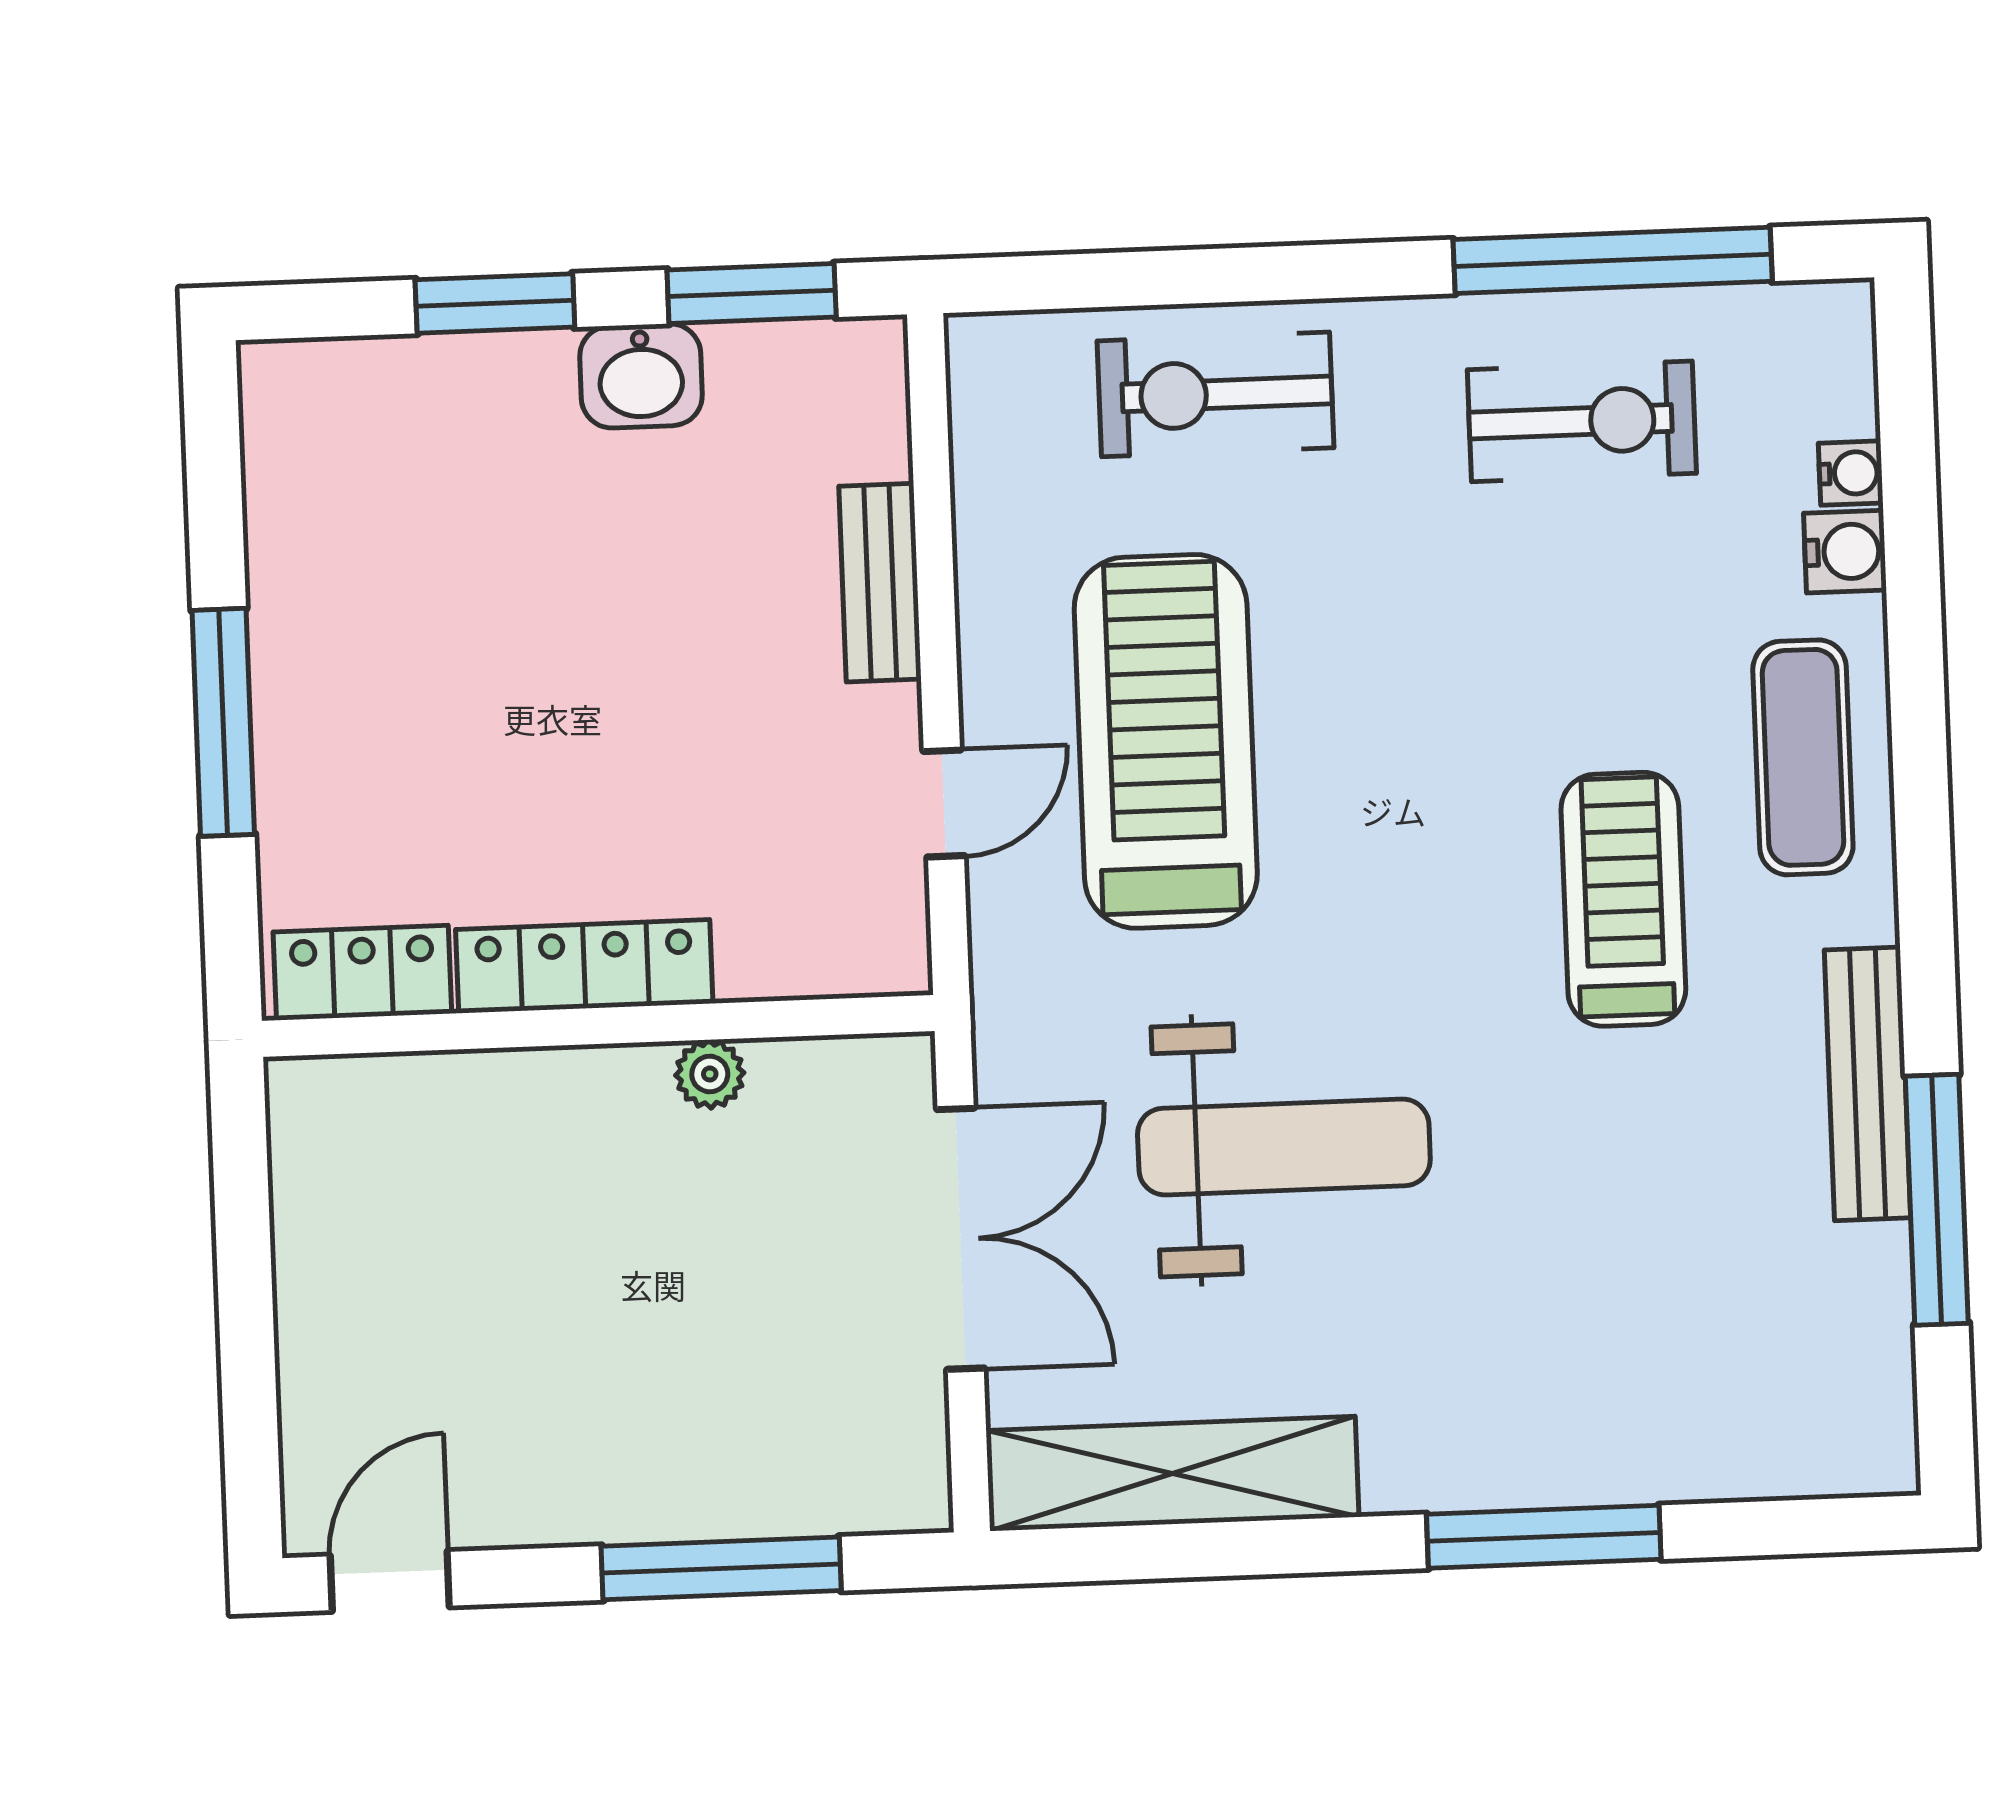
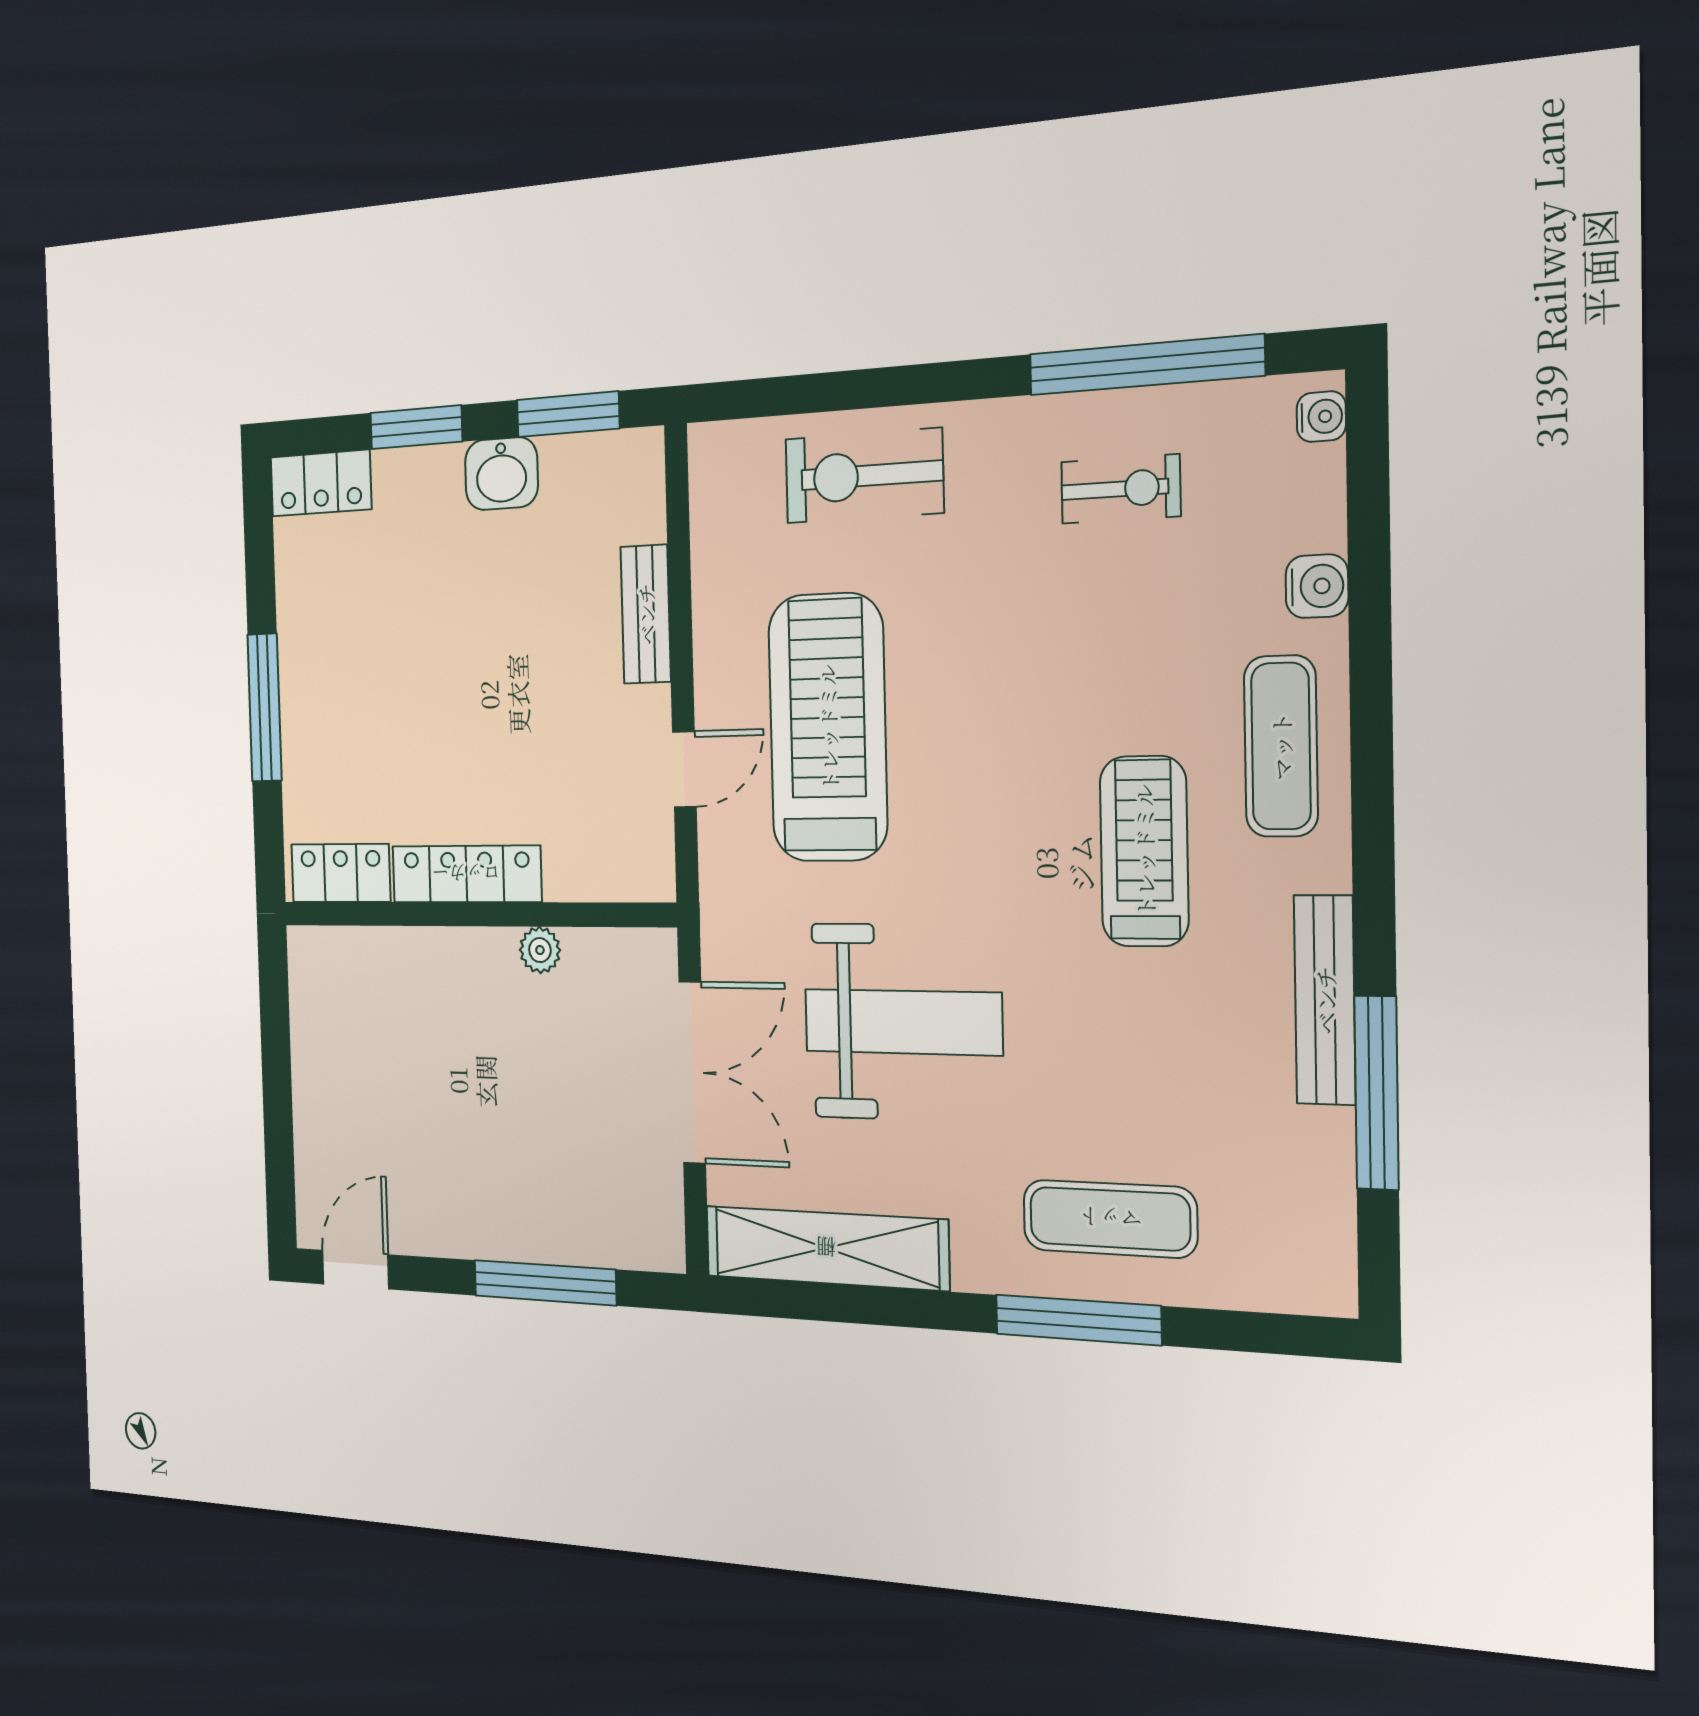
locker: (326, 382) -> (321, 483), added
exercise bike: (1582, 421) -> (1121, 489), width x0.73, depth x0.72
water cooler: (1851, 473) -> (1321, 417), moved
exercise mat: (1585, 1395) -> (1110, 1219), added

